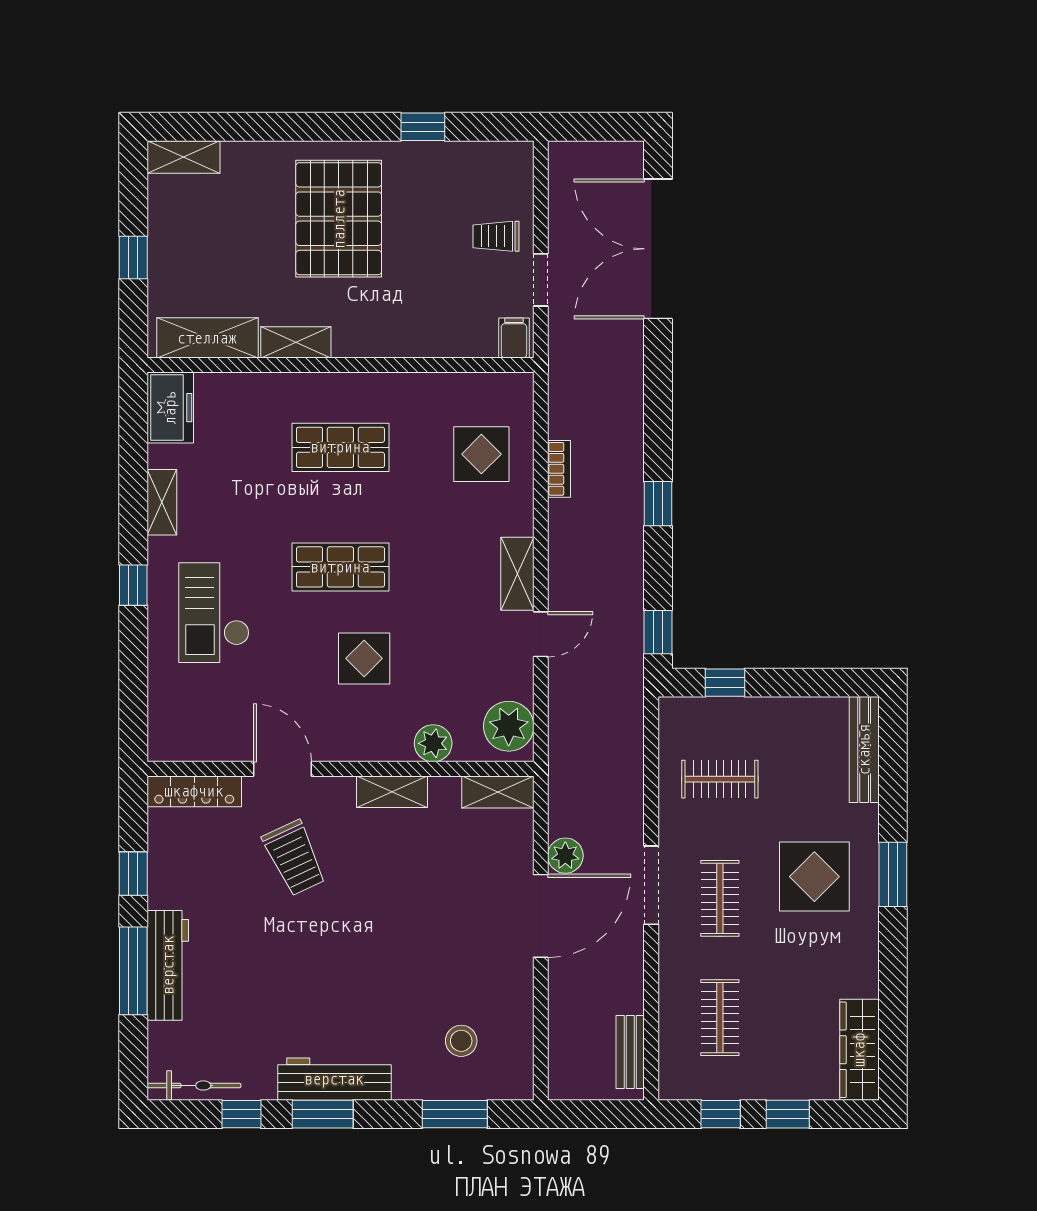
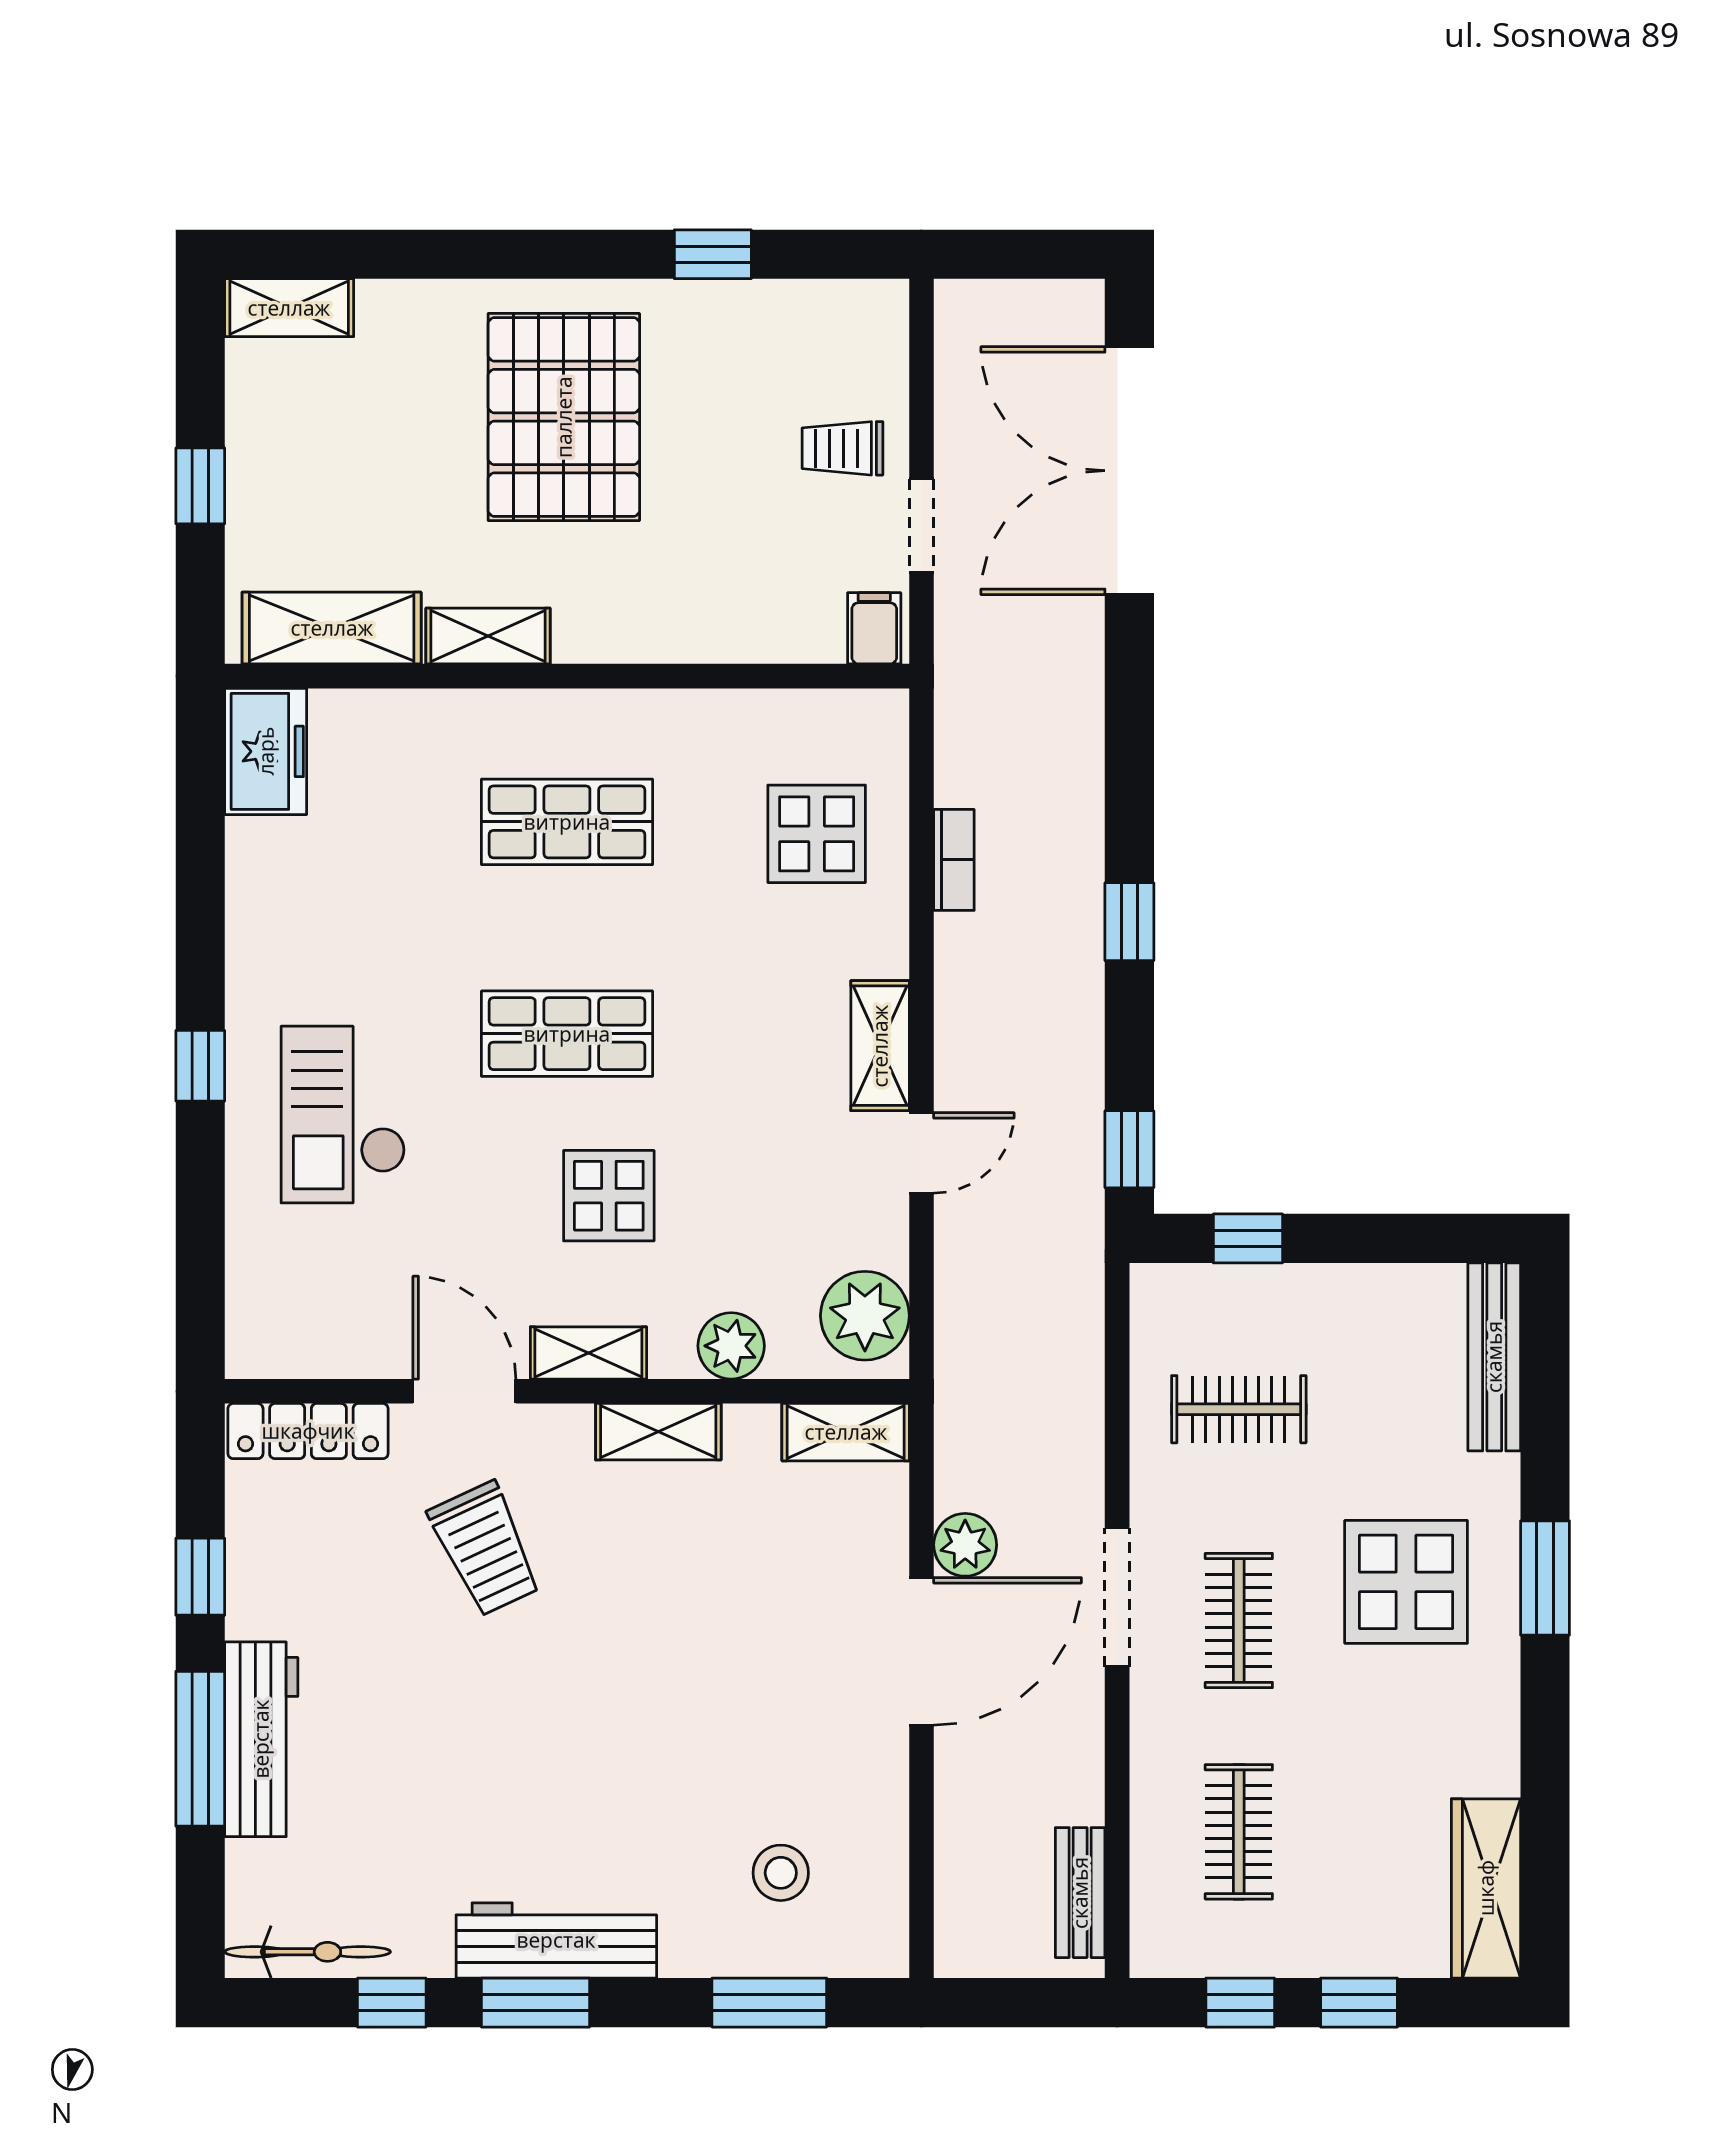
shelving: (162, 502) -> (588, 1353), moved, turned 90

